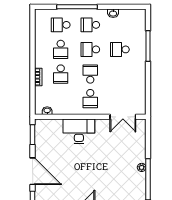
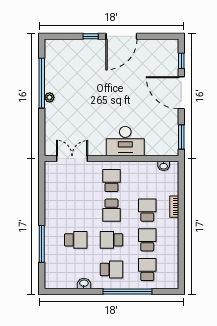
school desk: (61, 25) -> (147, 270), turned -90
school desk: (90, 49) -> (111, 240), turned 180

